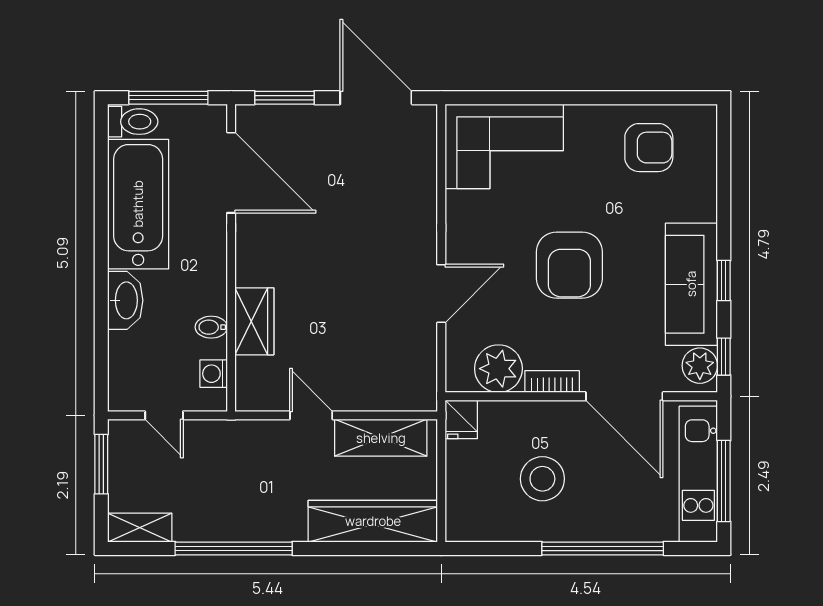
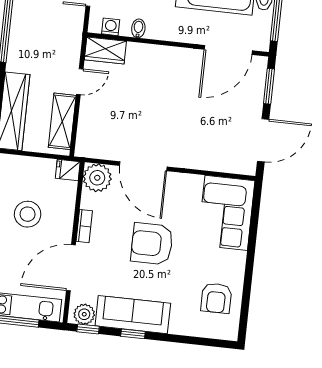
door: (441, 294) -> (143, 166), width x1.36
wardrobe: (254, 321) -> (105, 51), moved
plant: (498, 369) -> (97, 178), moved

